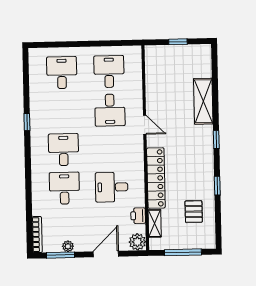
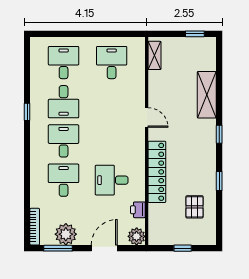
window: (178, 42) -> (195, 34), moved
desk: (110, 110) -> (64, 102), moved
shelving: (155, 223) -> (155, 55), moved
plant: (68, 246) -> (66, 234), width x1.87, depth x1.87
window: (183, 252) -> (183, 248), width x0.46

